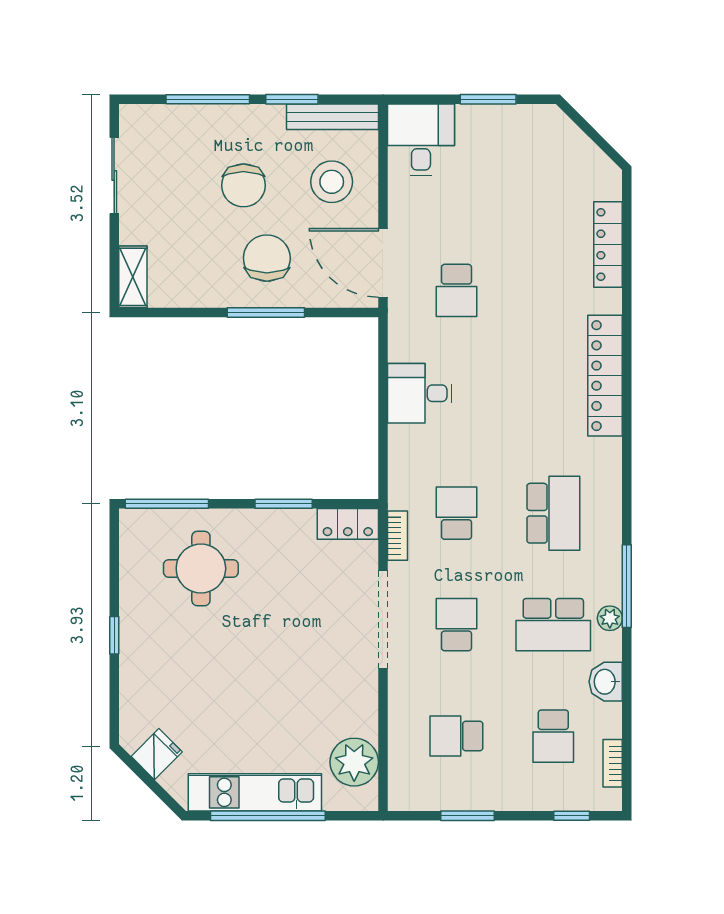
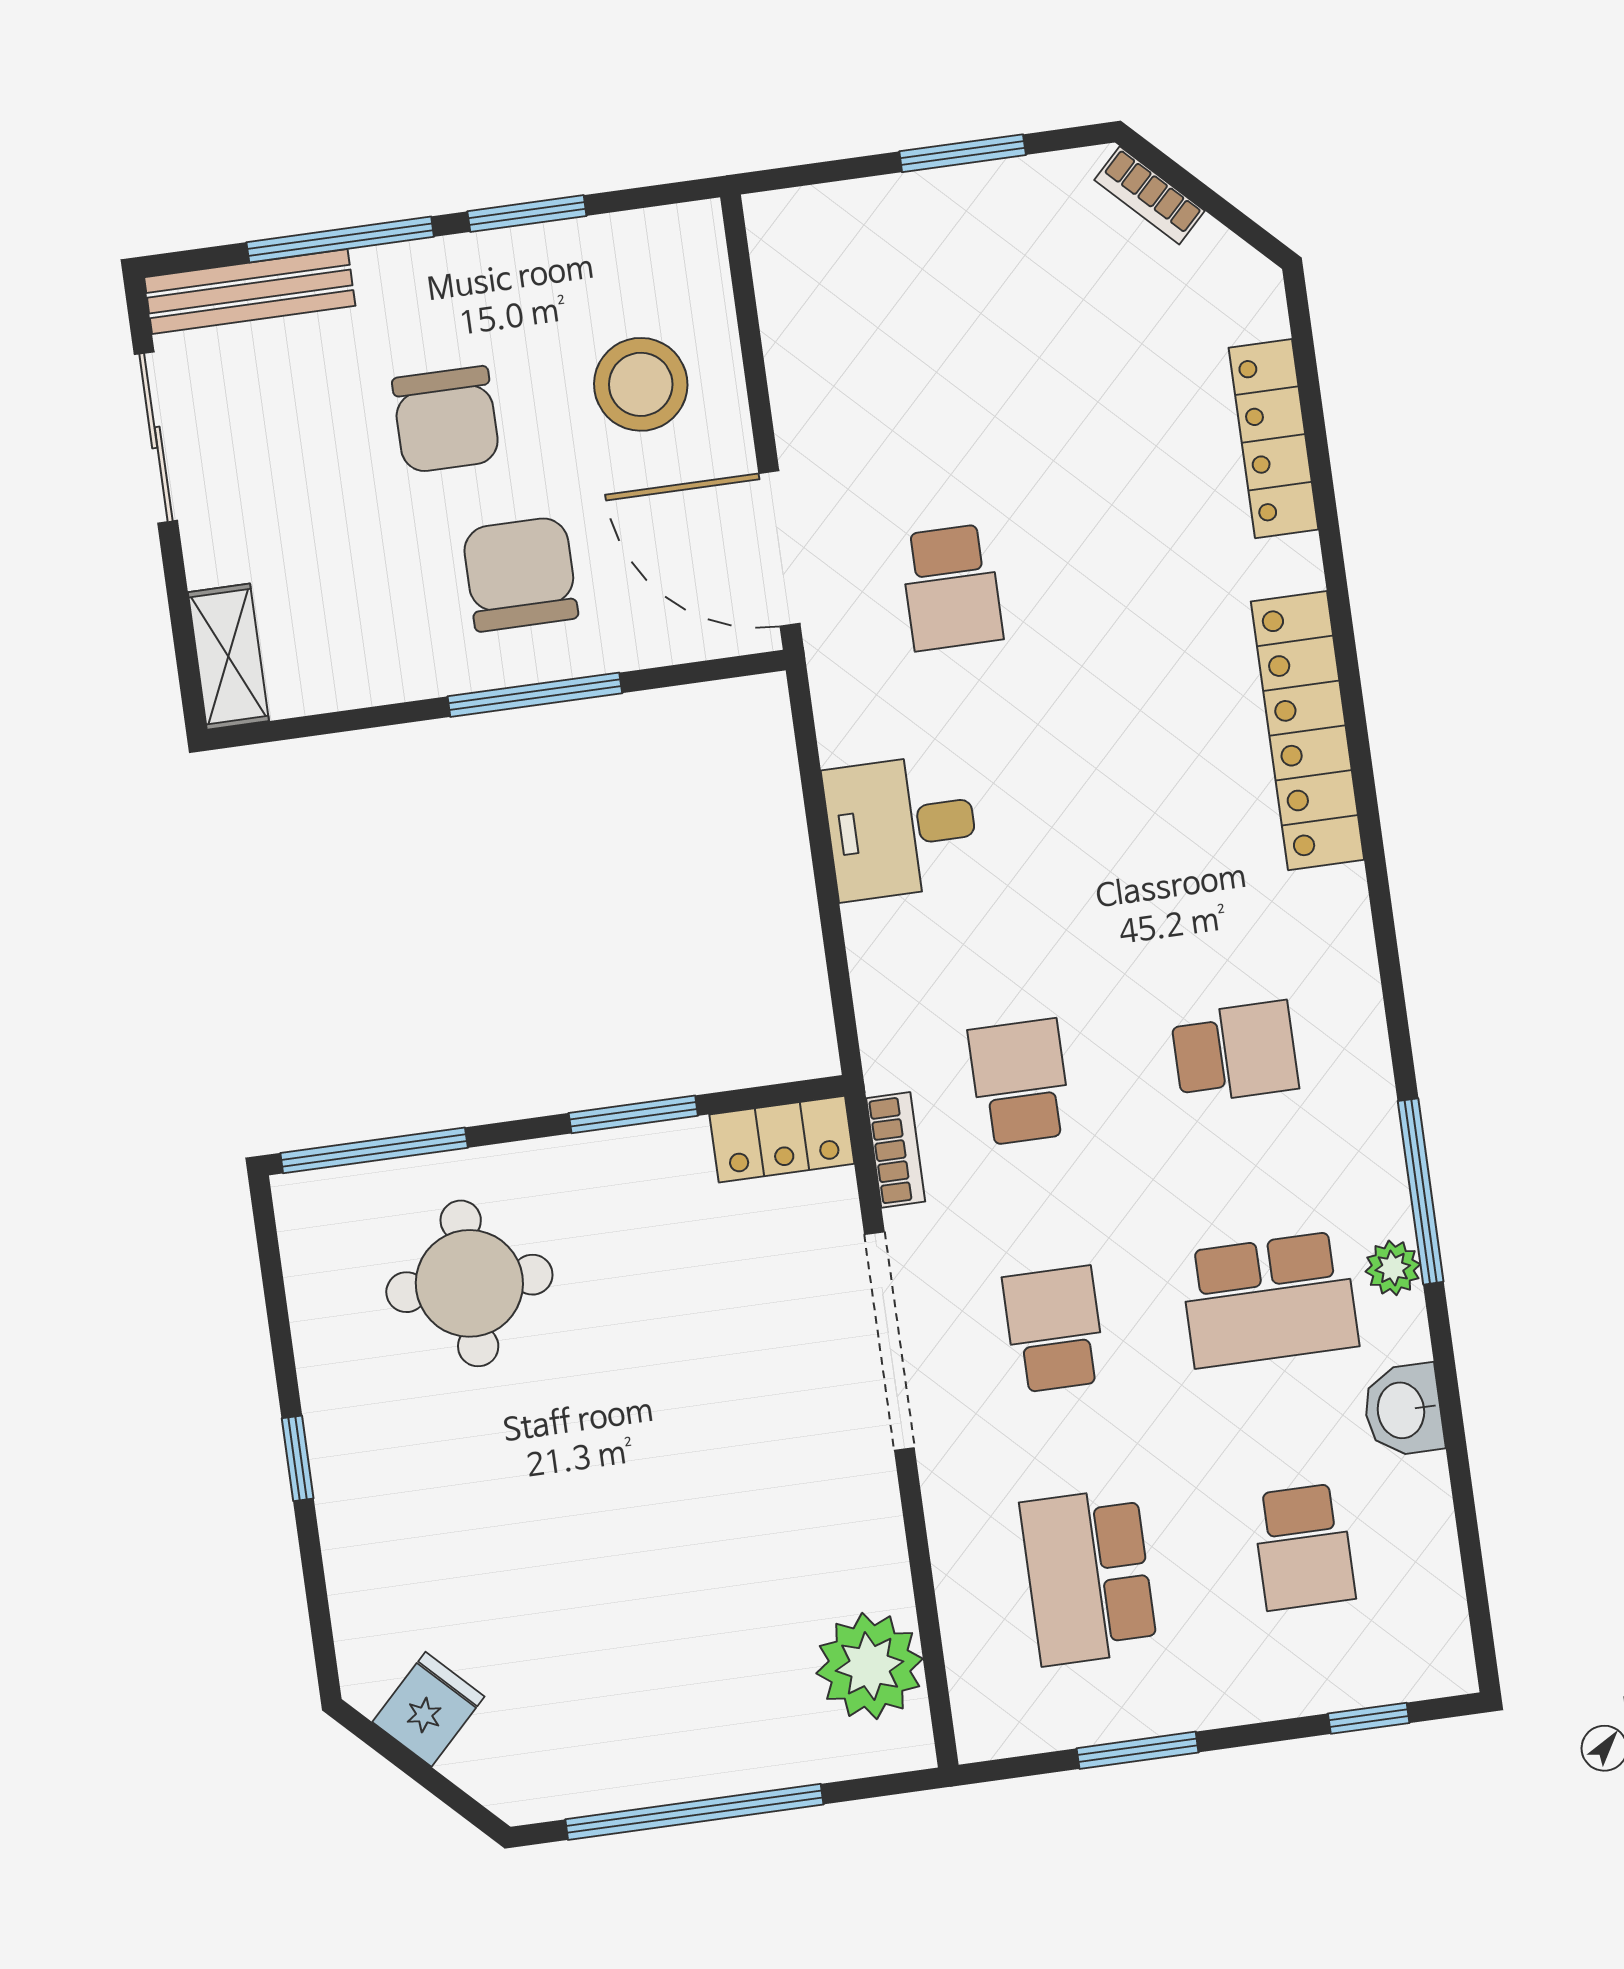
bench: (332, 117) -> (250, 292), moved
desk: (421, 140) -> (826, 264), removed
school desk: (553, 513) -> (1235, 1052), width x0.54
school desk: (456, 736) -> (1089, 1577), width x1.85
bookcase: (613, 763) -> (1150, 195), moved, turned -45
kitchen unit: (255, 792) -> (658, 1764), removed

